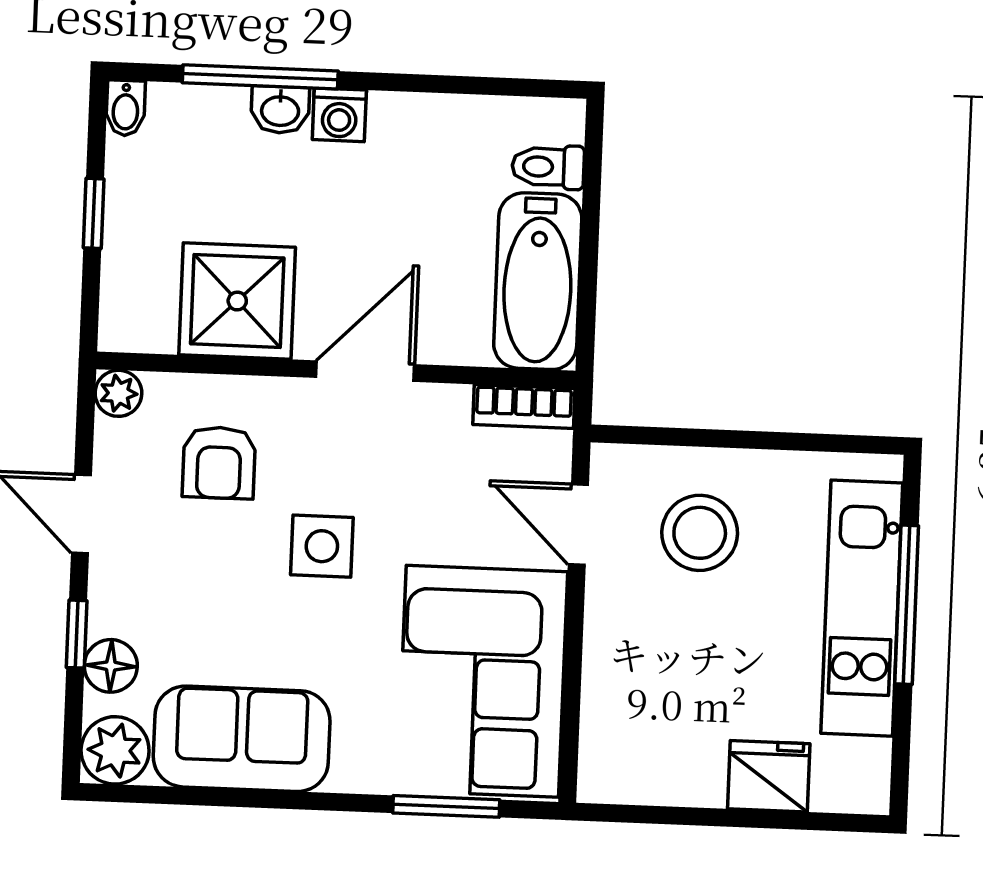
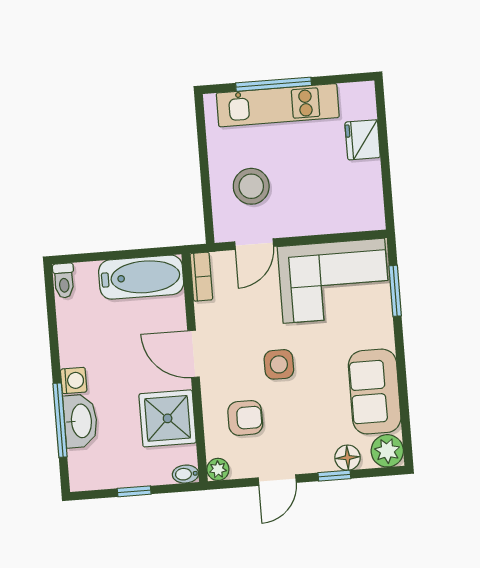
bidet: (126, 108) -> (186, 474), moved, turned 180
washbasin: (280, 110) -> (80, 421), width x1.91, depth x1.45
toilet: (548, 167) -> (64, 281), moved

